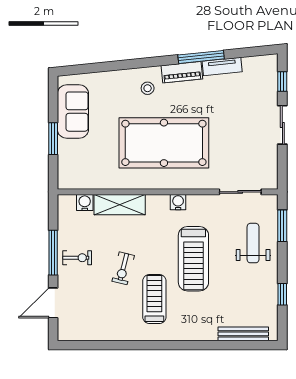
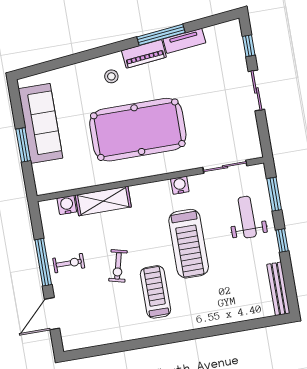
sofa: (73, 112) -> (40, 123), width x1.36
water cooler: (178, 202) -> (180, 185), moved
window: (282, 294) -> (282, 240), moved
bench: (243, 334) -> (278, 289), moved, turned 90

